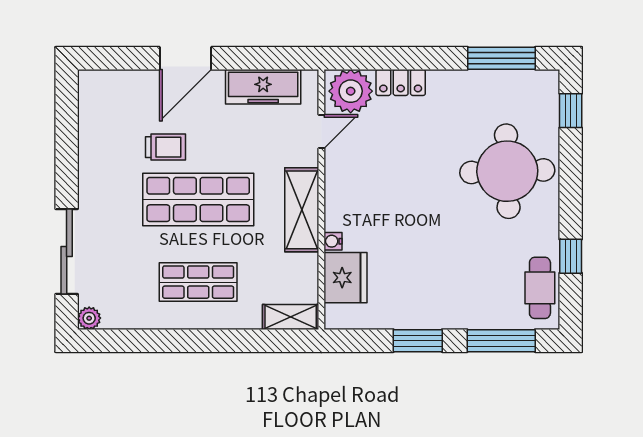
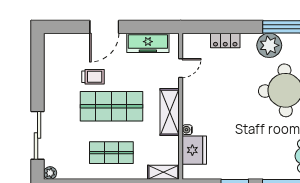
plant: (351, 91) -> (269, 45), moved

